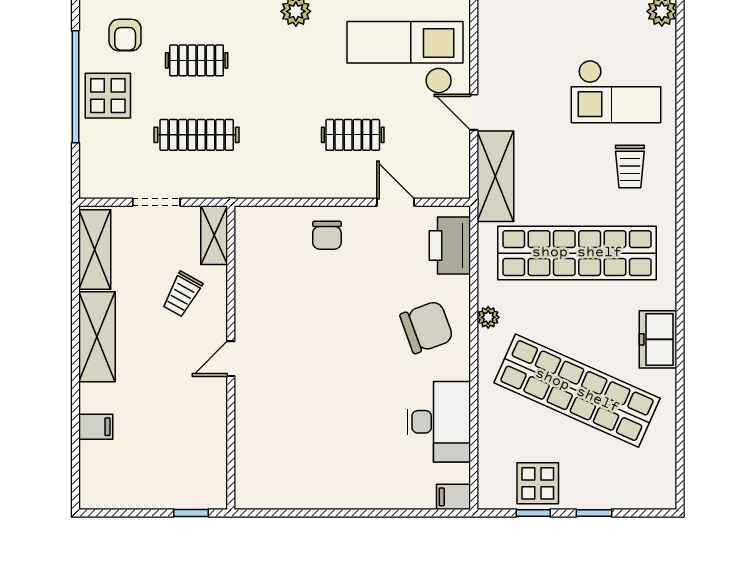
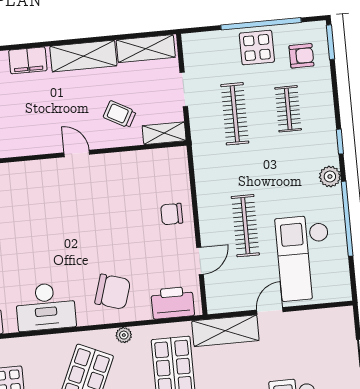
armchair: (125, 35) -> (301, 56), turned 180
checkout: (405, 57) -> (304, 258), turned 180
clothes rail: (353, 135) -> (245, 226), width x1.36
chair: (427, 327) -> (113, 292), turned -53
filing cabinet: (96, 427) -> (28, 60), width x2.00

